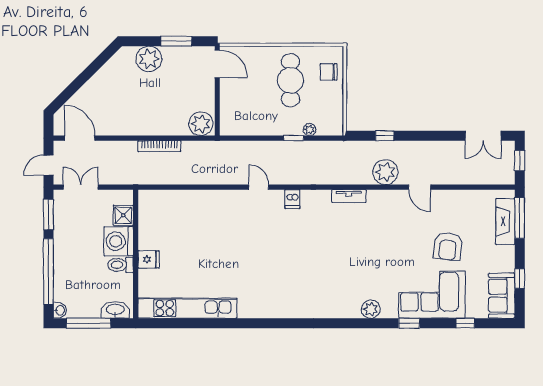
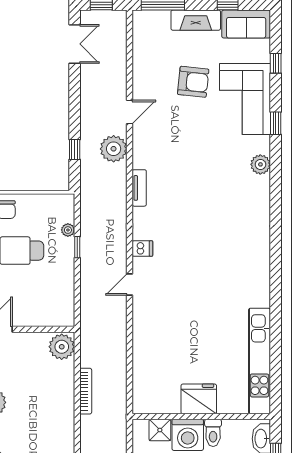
fireplace: (505, 222) -> (196, 20), moved
fridge: (149, 259) -> (199, 399), width x1.88, depth x1.34

